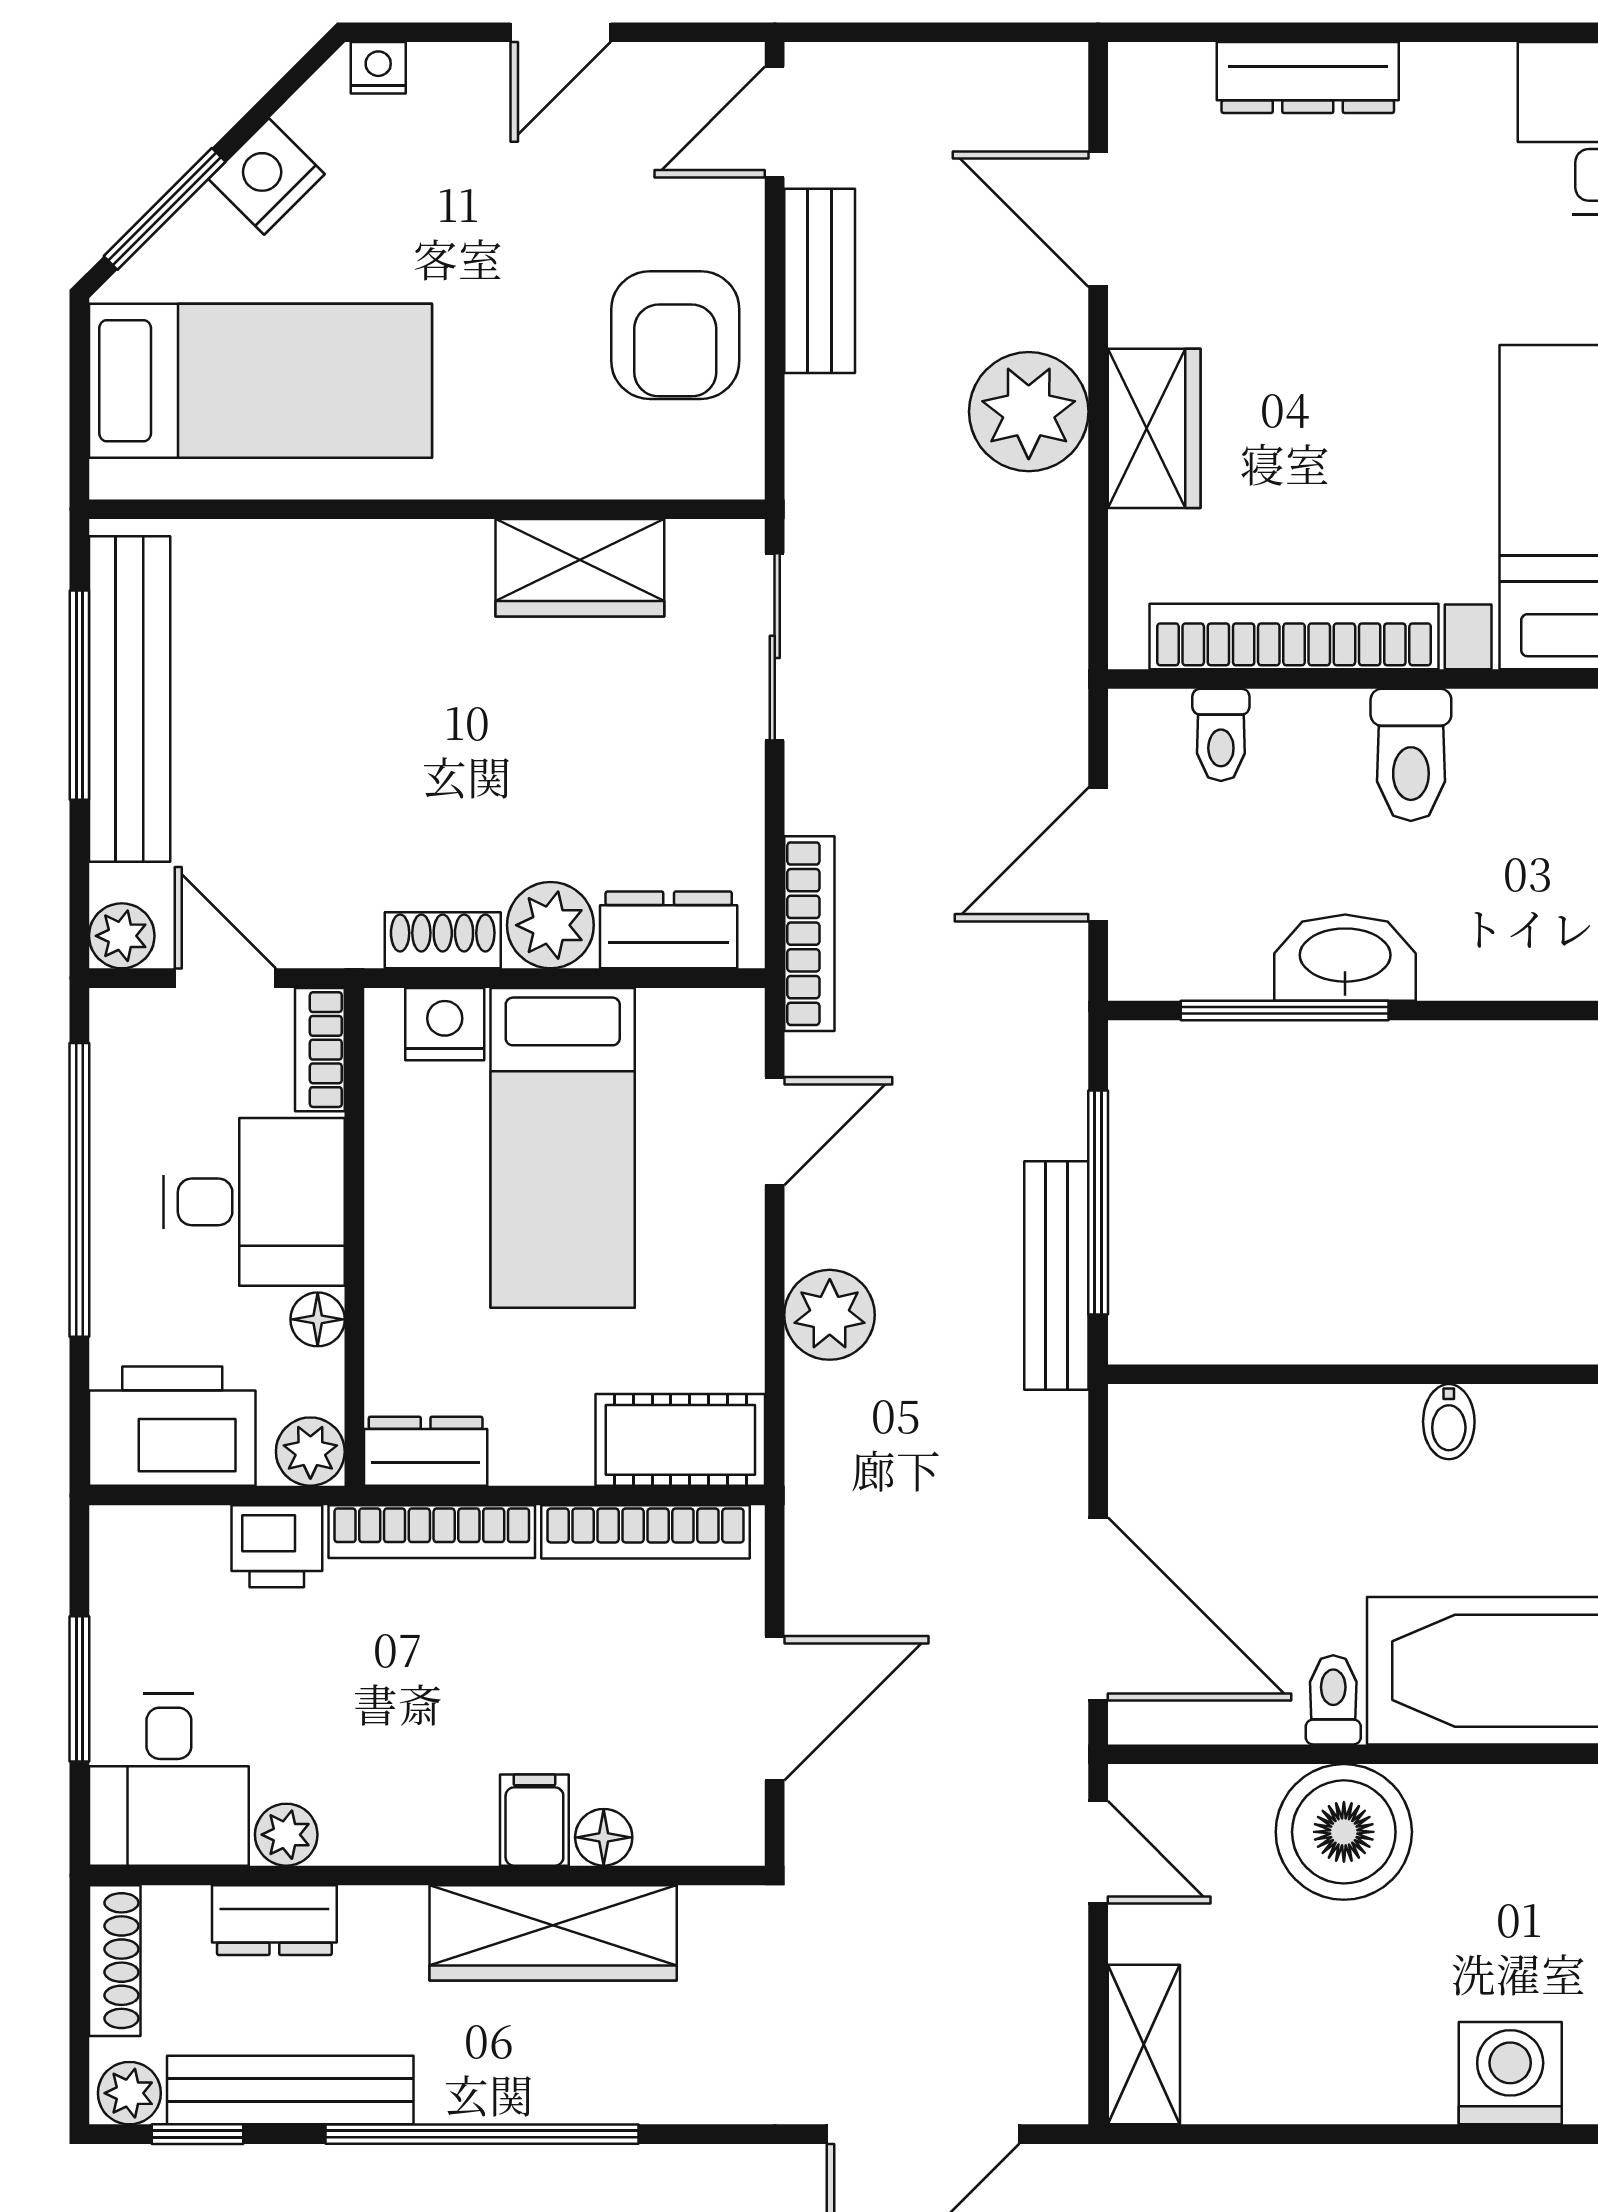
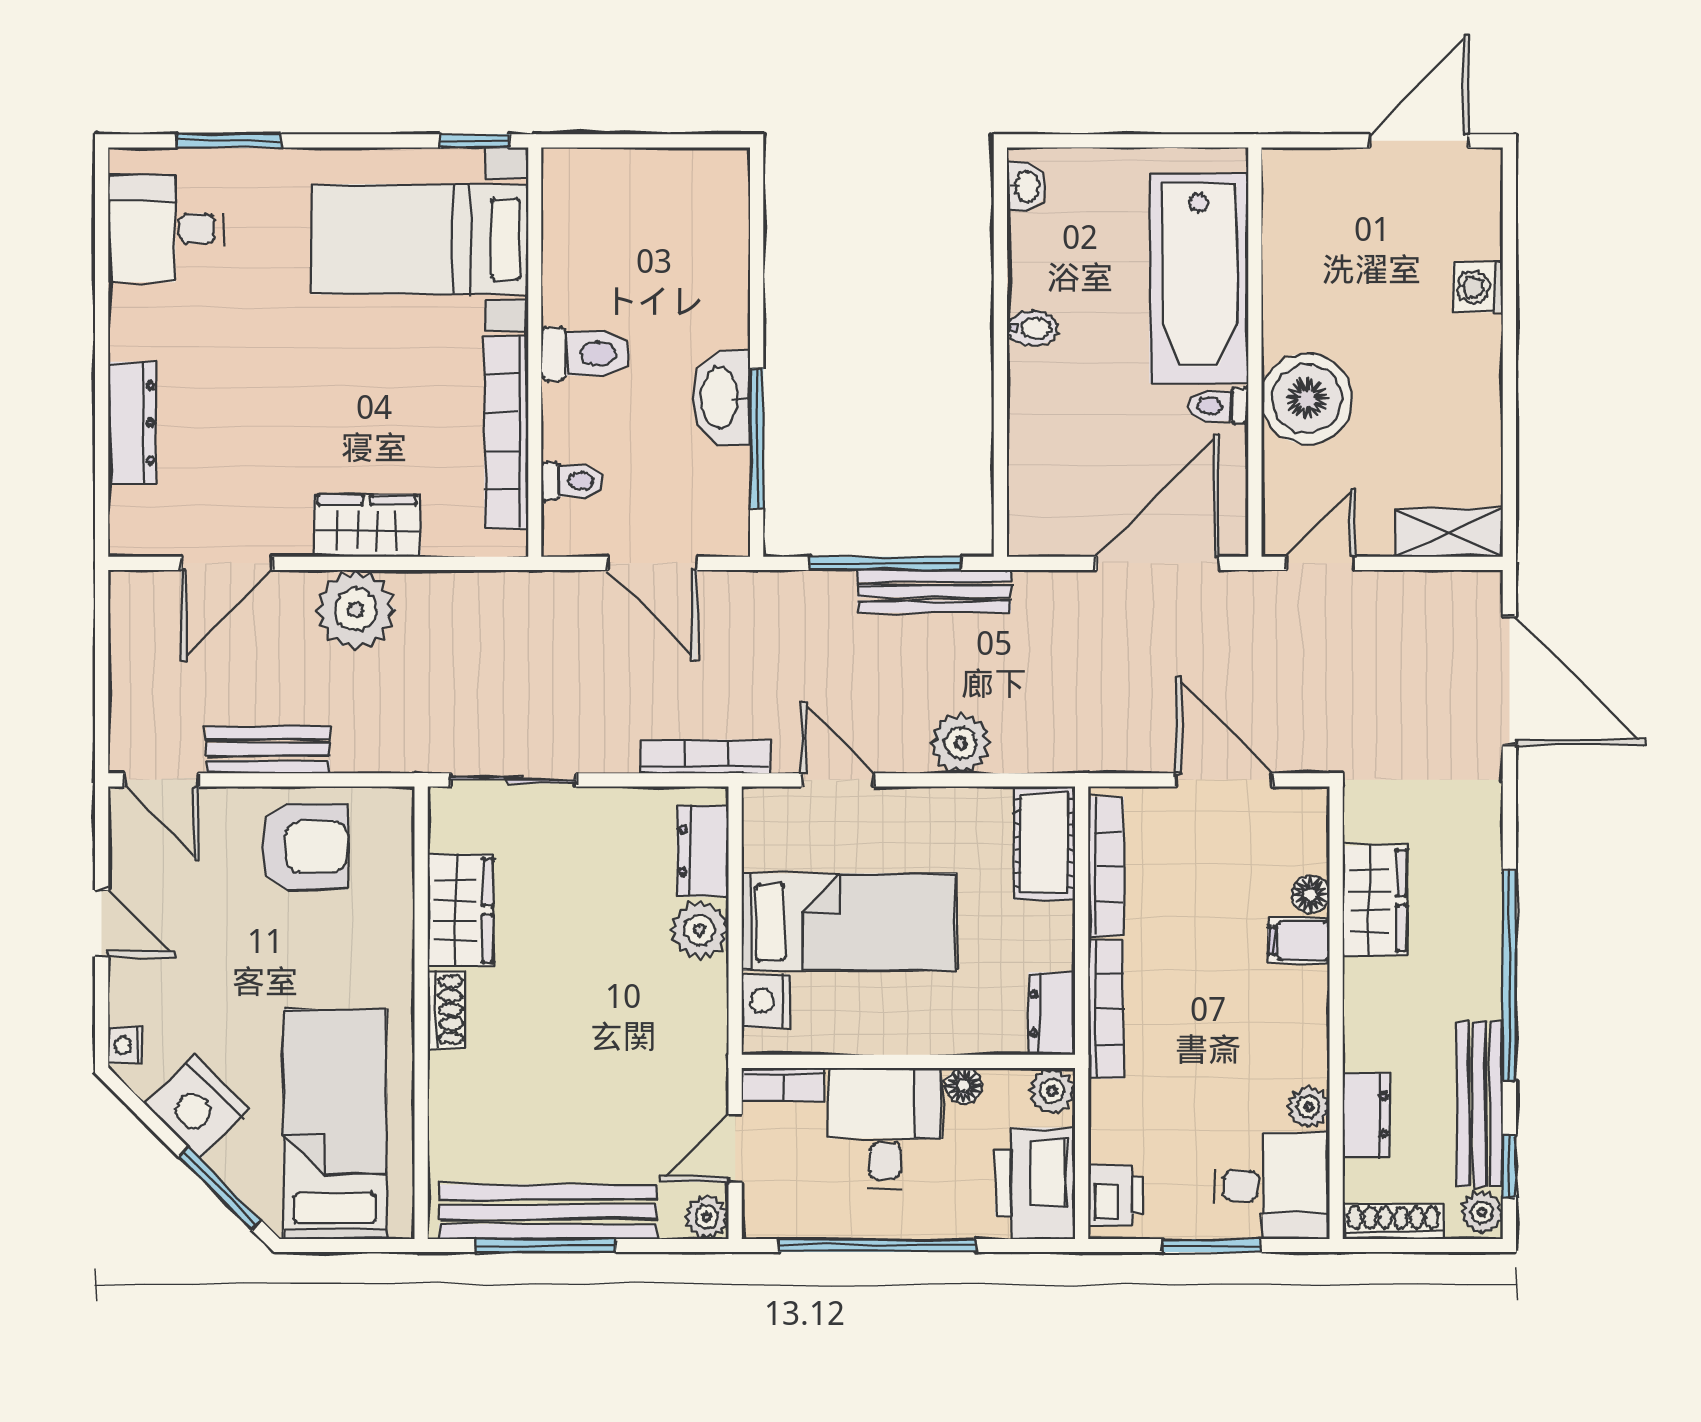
nightstand: (267, 176) -> (197, 1107), width x1.36, depth x1.33
shoe rack: (443, 940) -> (446, 1010), moved, turned 180
printer: (277, 1546) -> (1116, 1195), moved
wardrobe: (553, 1933) -> (1375, 901), width x0.67
washing machine: (1510, 2073) -> (1478, 287), width x0.73, depth x0.73

